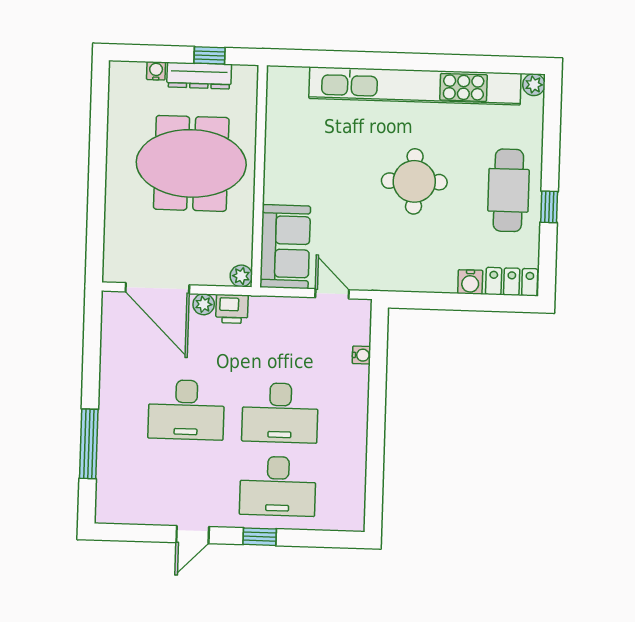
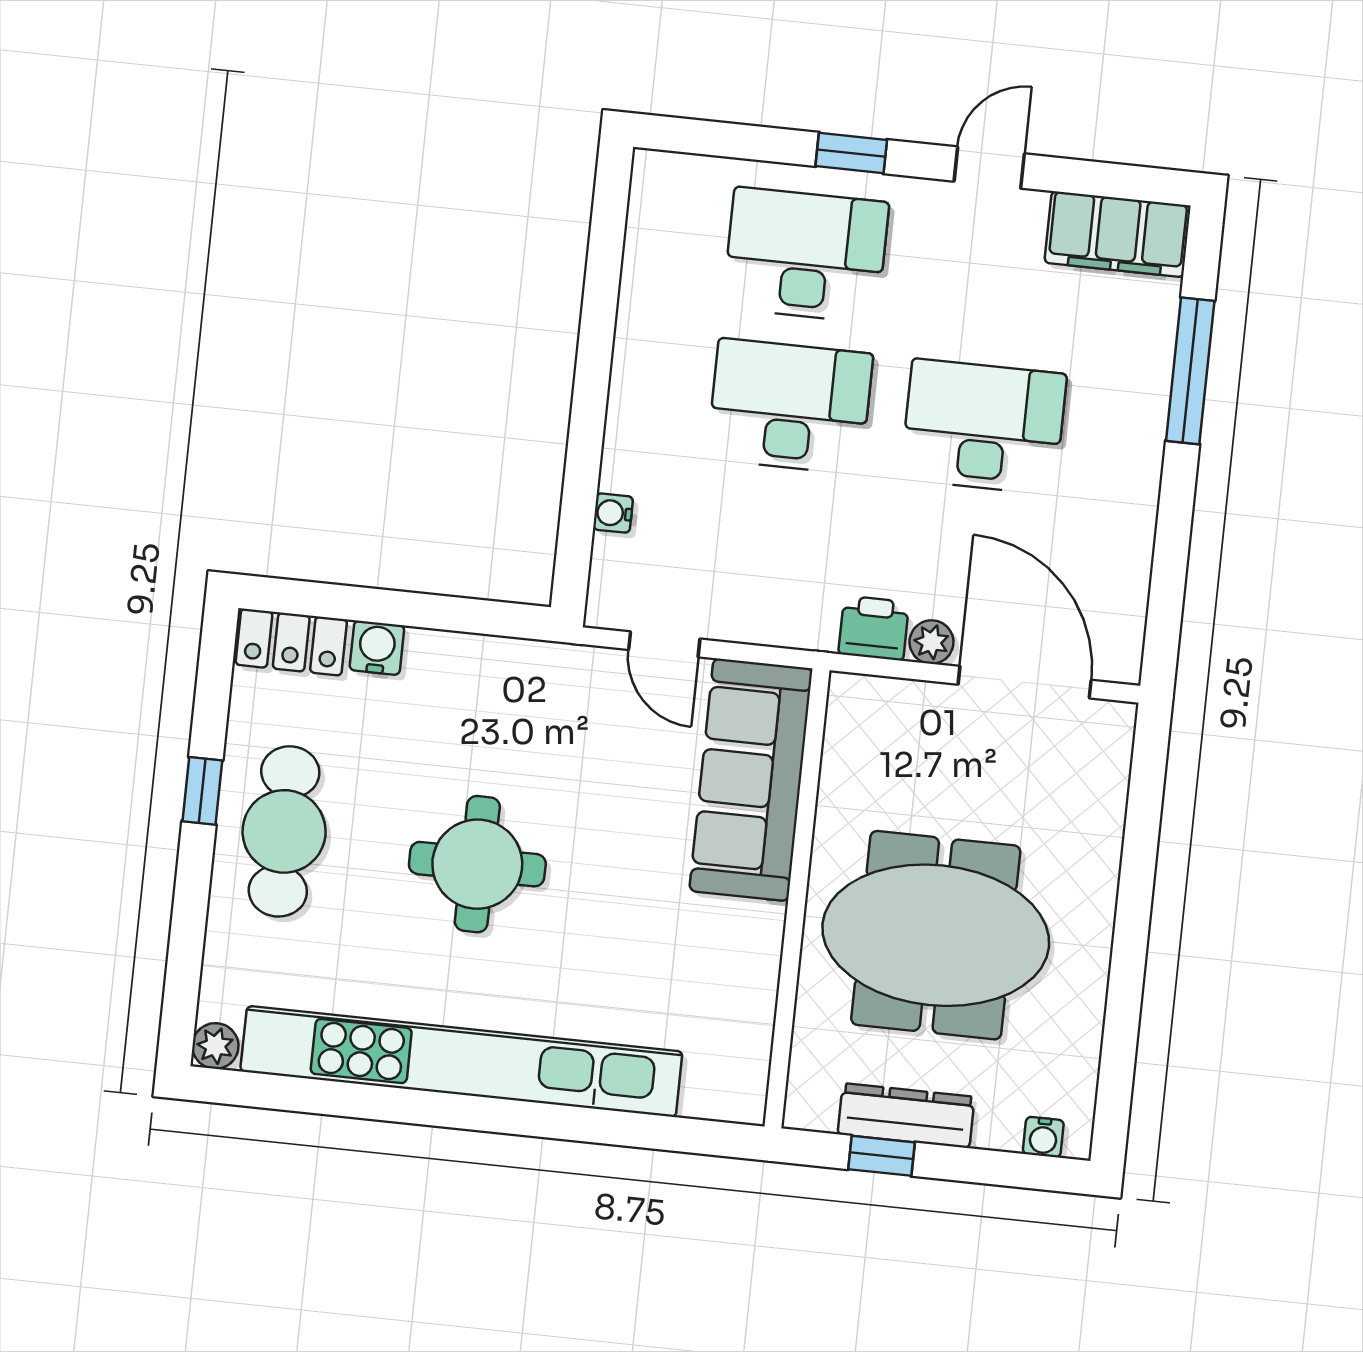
water cooler: (156, 71) -> (1043, 1137), moved
sofa: (285, 247) -> (751, 780), width x1.36
plant: (241, 276) -> (849, 695), removed
filing cabinet: (128, 507) -> (1118, 234), added

